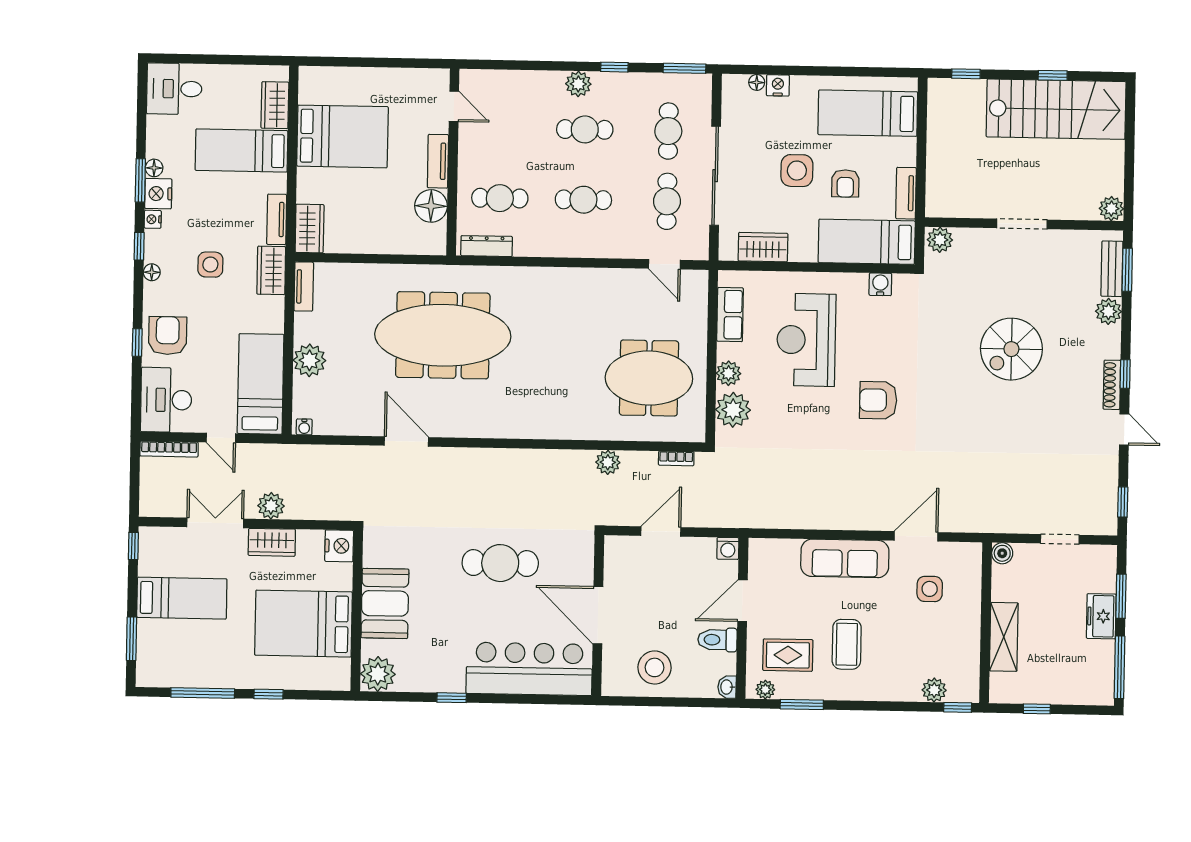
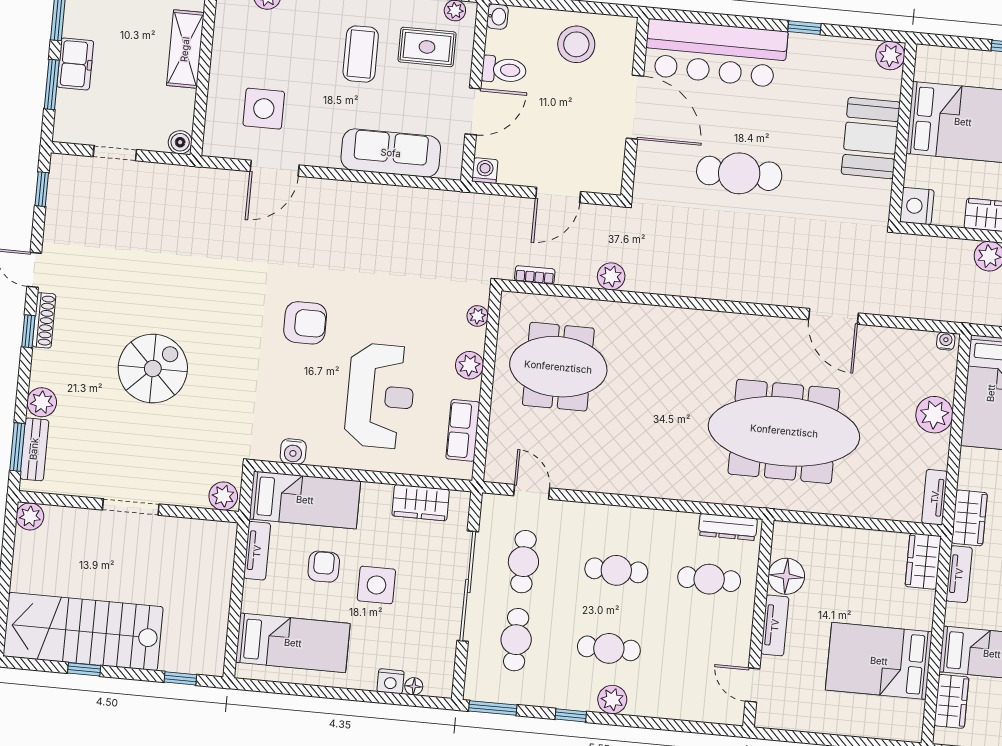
plant: (733, 410) -> (478, 316), width x0.53, depth x0.53
sofa: (845, 558) -> (391, 153), moved
side table: (930, 589) -> (264, 109), width x1.37, depth x1.37
plant: (378, 674) -> (890, 55), width x0.73, depth x0.73

